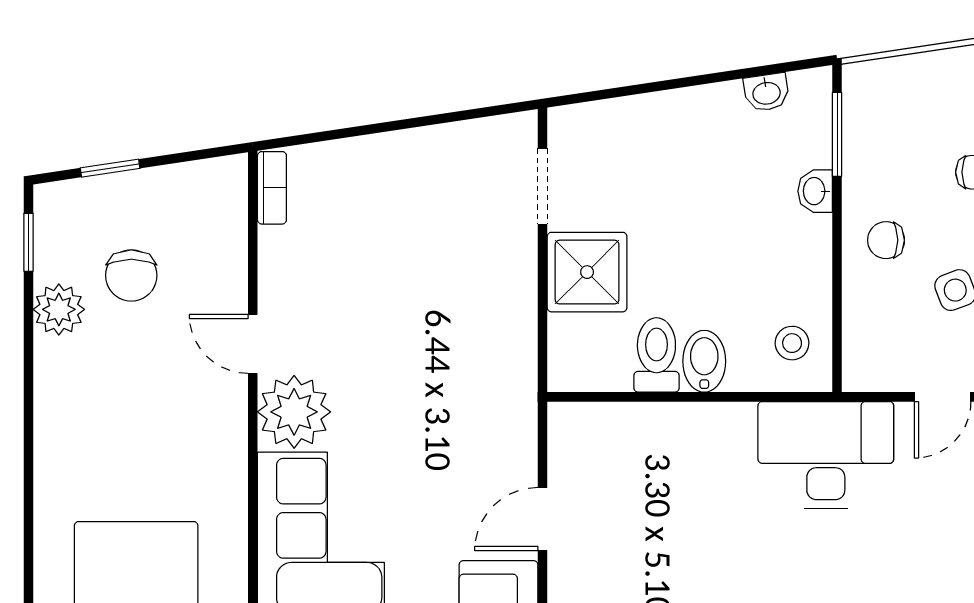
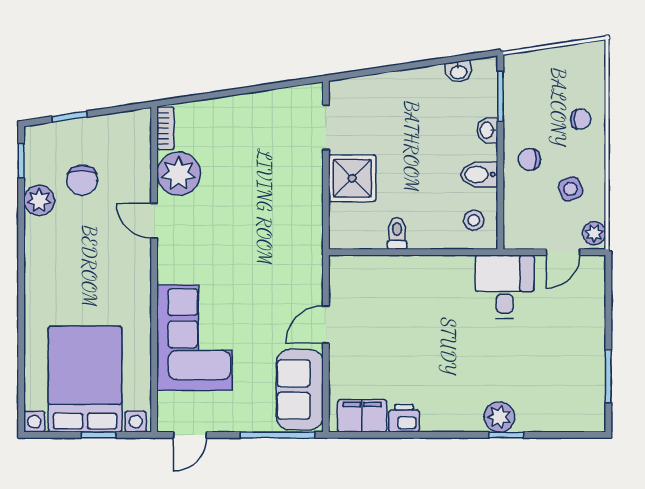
toilet: (656, 355) -> (397, 233), width x0.73, depth x0.72
bidet: (704, 361) -> (479, 174), moved, turned -90
plant: (294, 412) -> (179, 174), moved
desk: (826, 455) -> (505, 287), width x0.73

